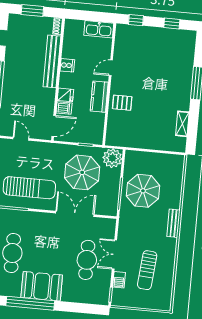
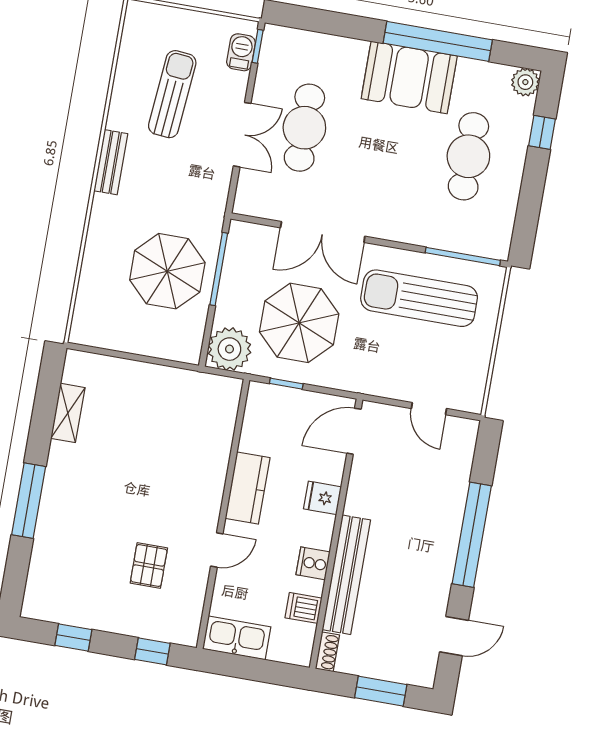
pallet: (122, 103) -> (149, 565), moved, turned 90
dishwasher: (64, 108) -> (304, 608), moved
bench: (173, 223) -> (111, 162), moved
barbecue: (119, 280) -> (241, 52), moved

